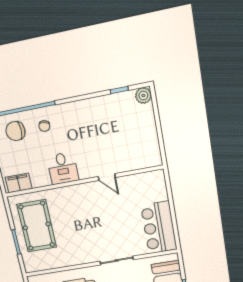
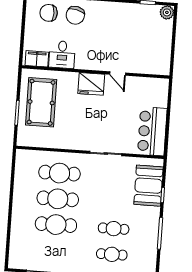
chair: (44, 126) -> (75, 15), width x1.87, depth x1.87
desk: (63, 168) -> (62, 55), moved
fridge: (82, 195) -> (91, 84), added

